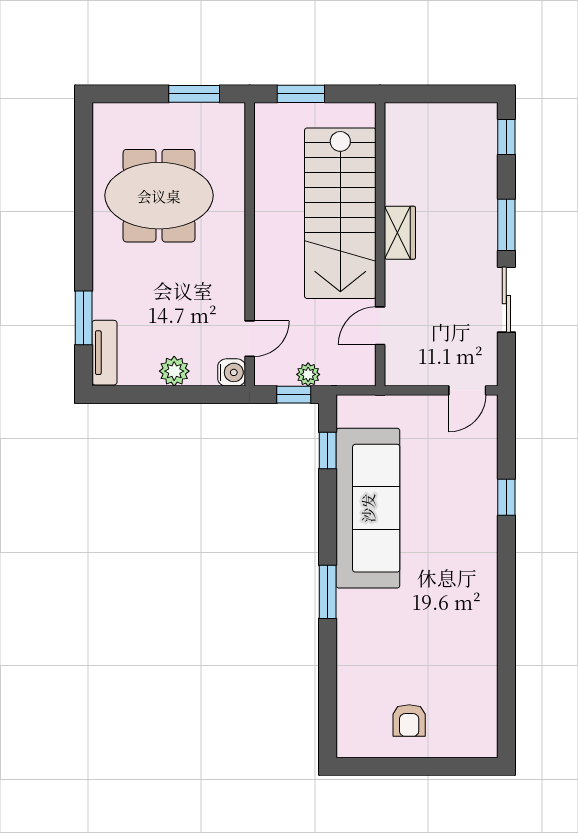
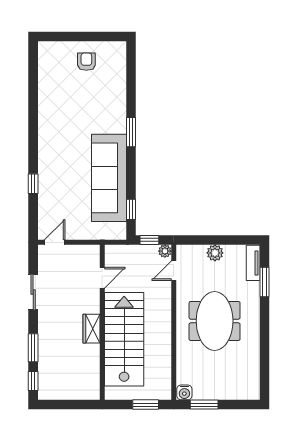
meeting table: (159, 196) -> (215, 321), moved, turned 90
window: (506, 225) -> (33, 348), moved
water cooler: (232, 372) -> (184, 392), moved, turned -90
plant: (308, 374) -> (165, 251), moved

